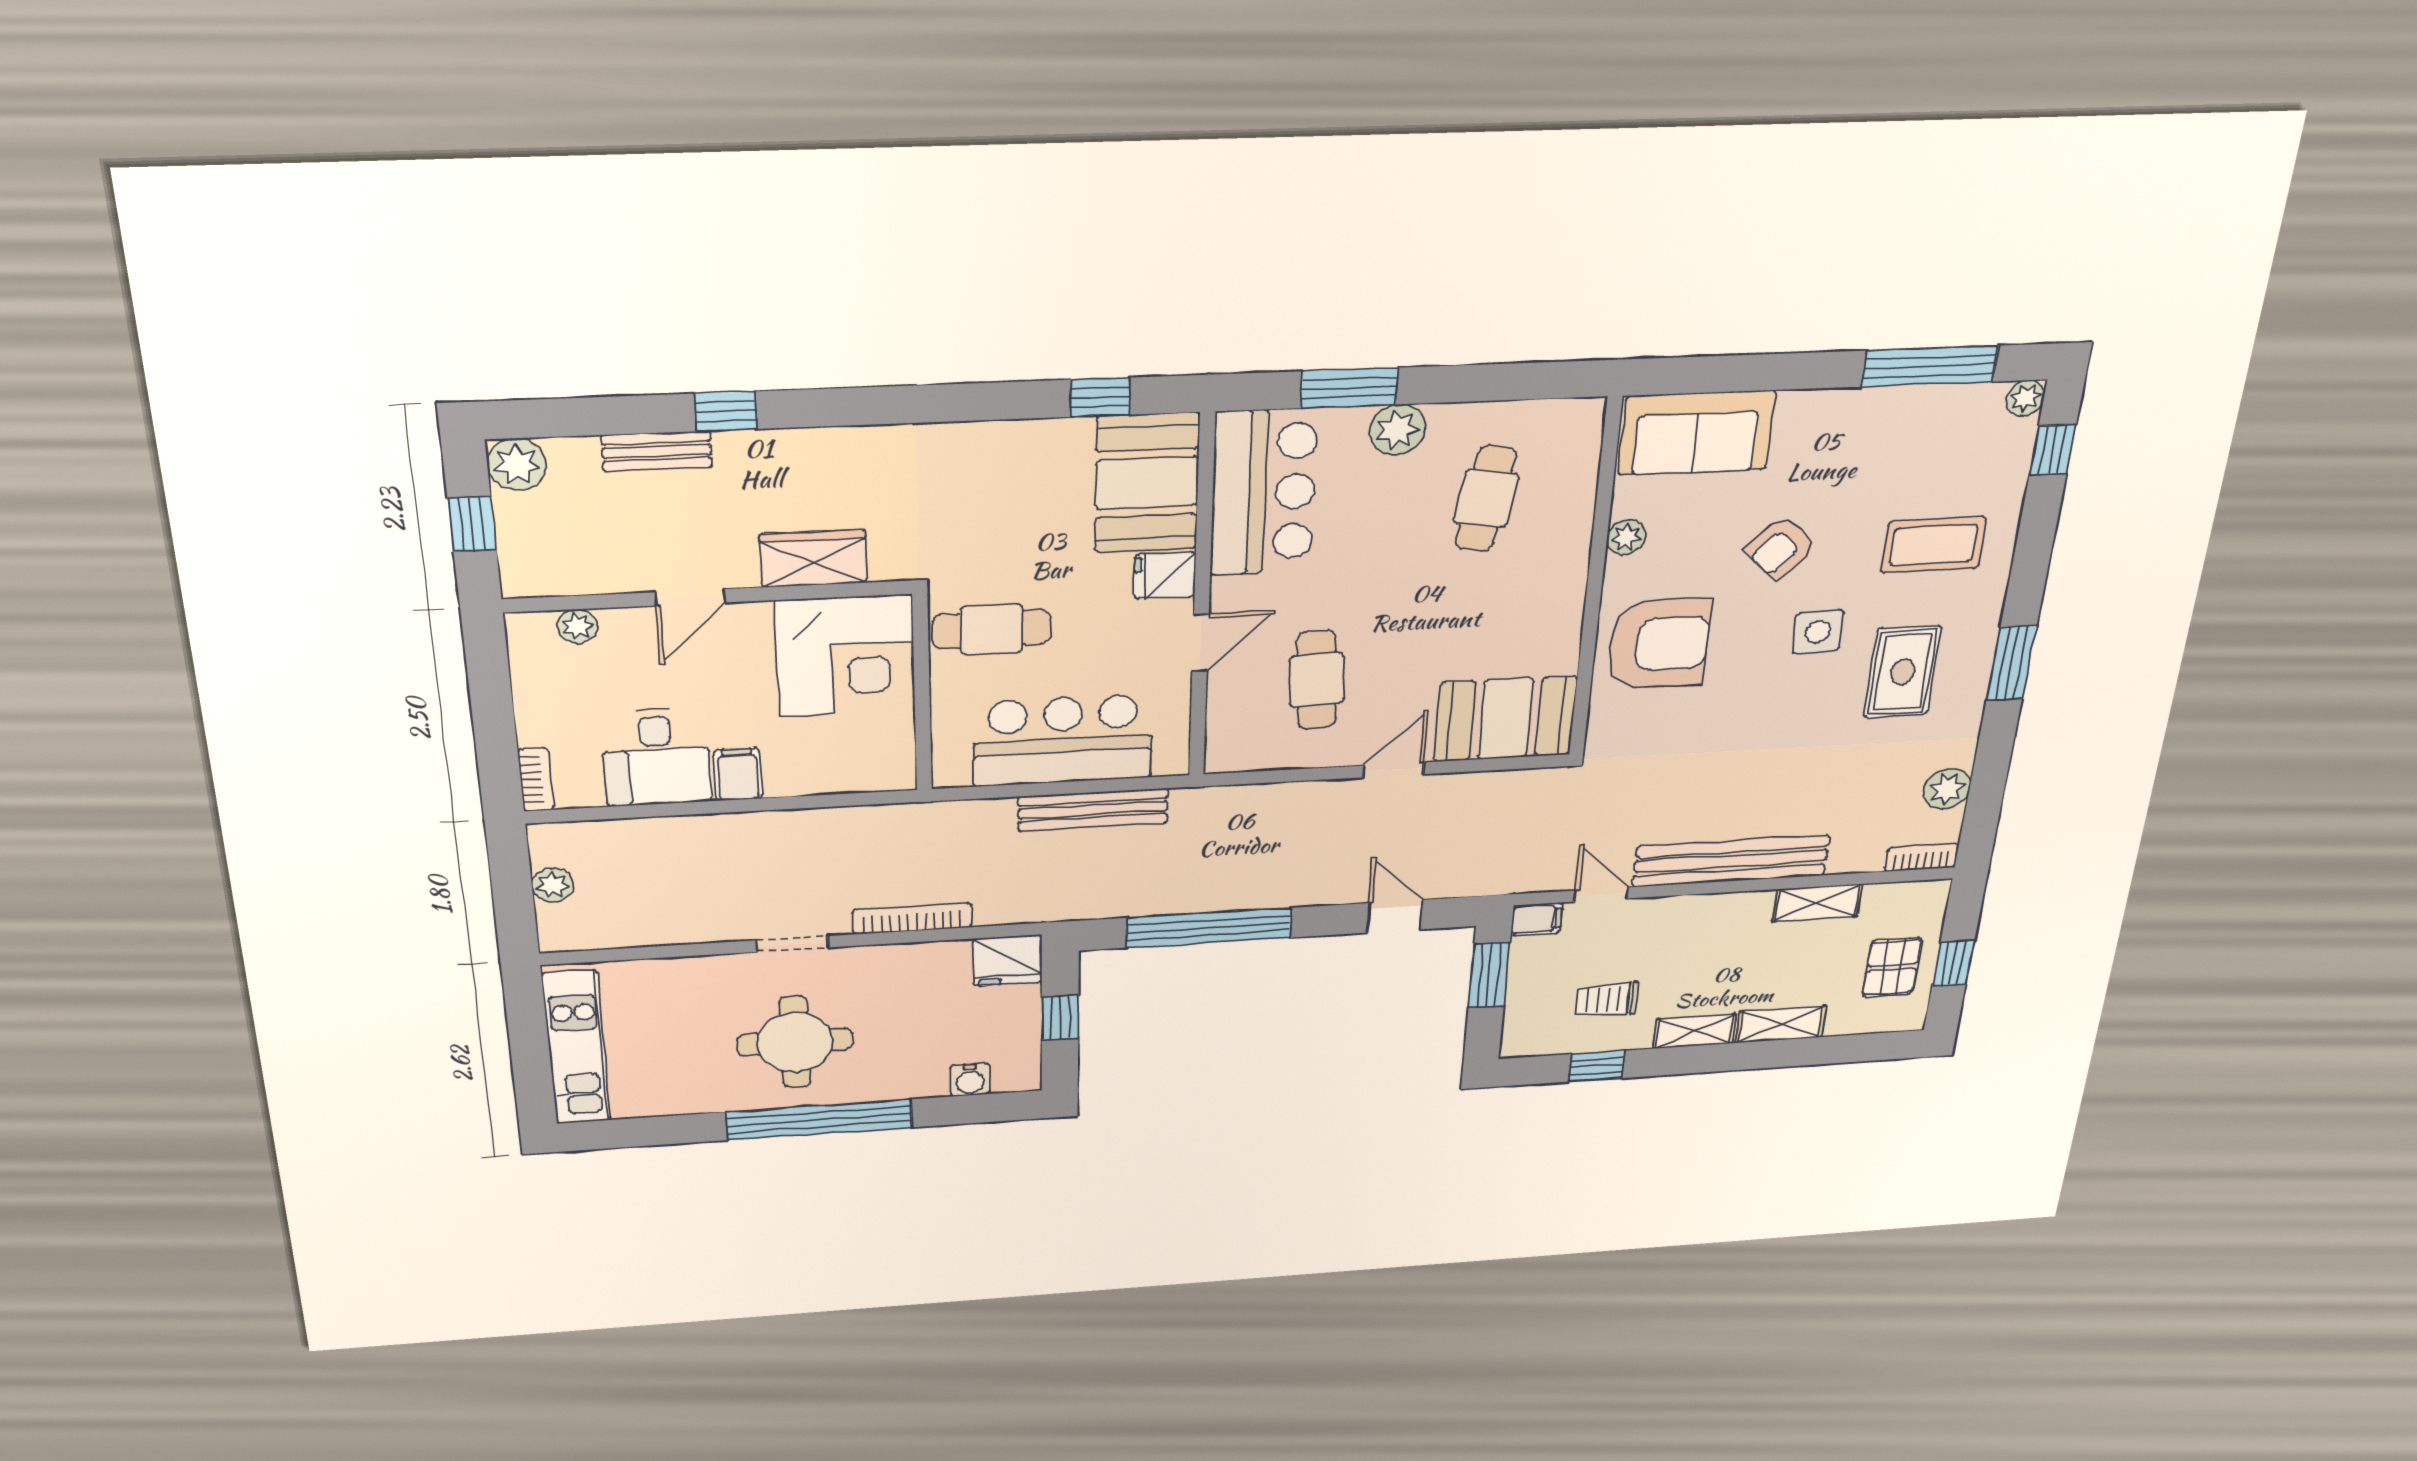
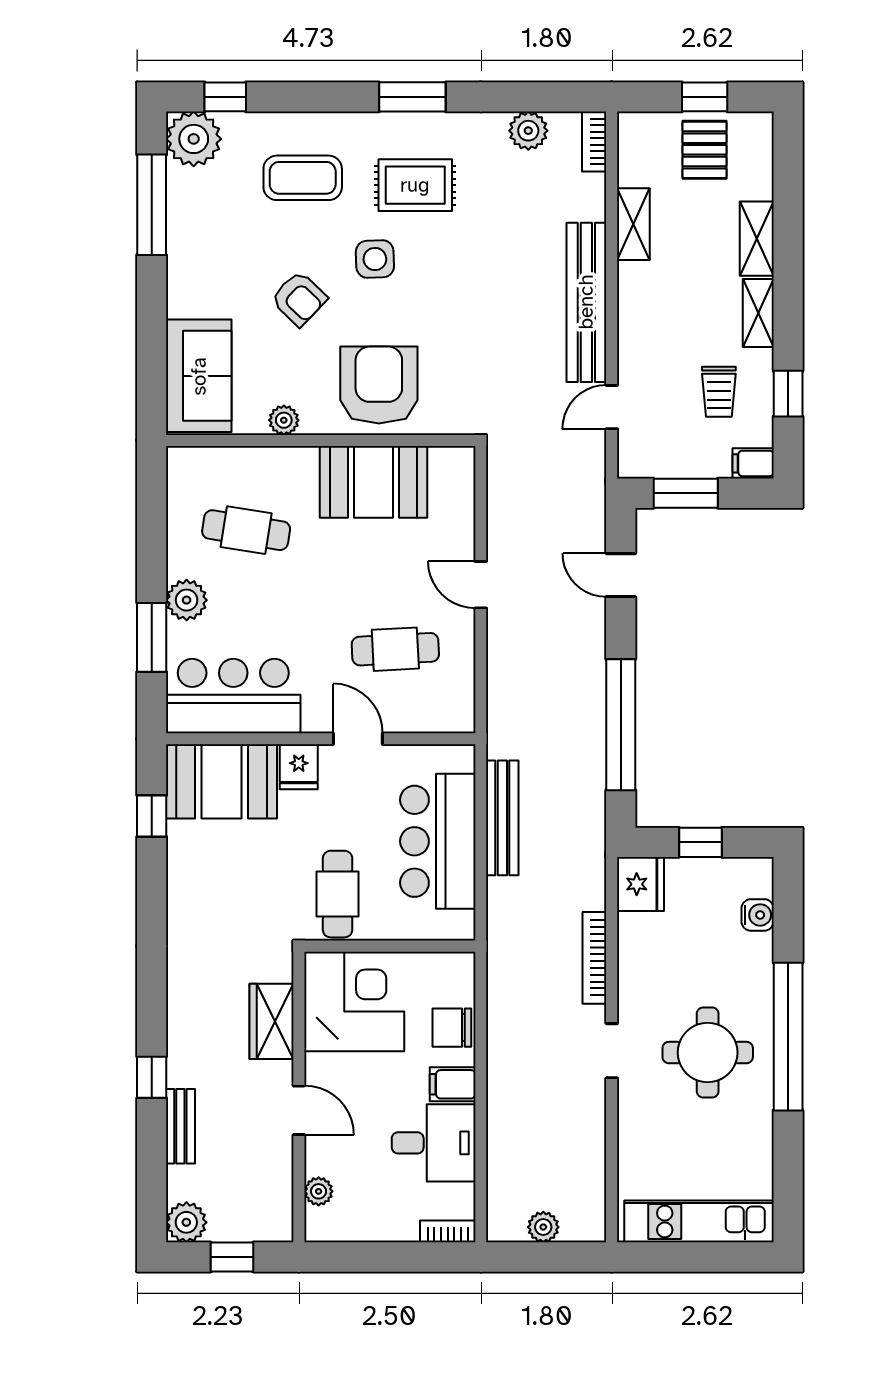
plant: (2025, 398) -> (194, 139), width x1.87, depth x1.87
coffee table: (1933, 545) -> (303, 178), turned 90
booth: (1506, 719) -> (373, 482), moved, turned 90
chair: (814, 769) -> (452, 1028), added
door: (1395, 916) -> (621, 575), hinge flipped
filing cabinet: (1537, 919) -> (753, 463), moved, turned -90
pallet: (1892, 967) -> (704, 150), turned 90

